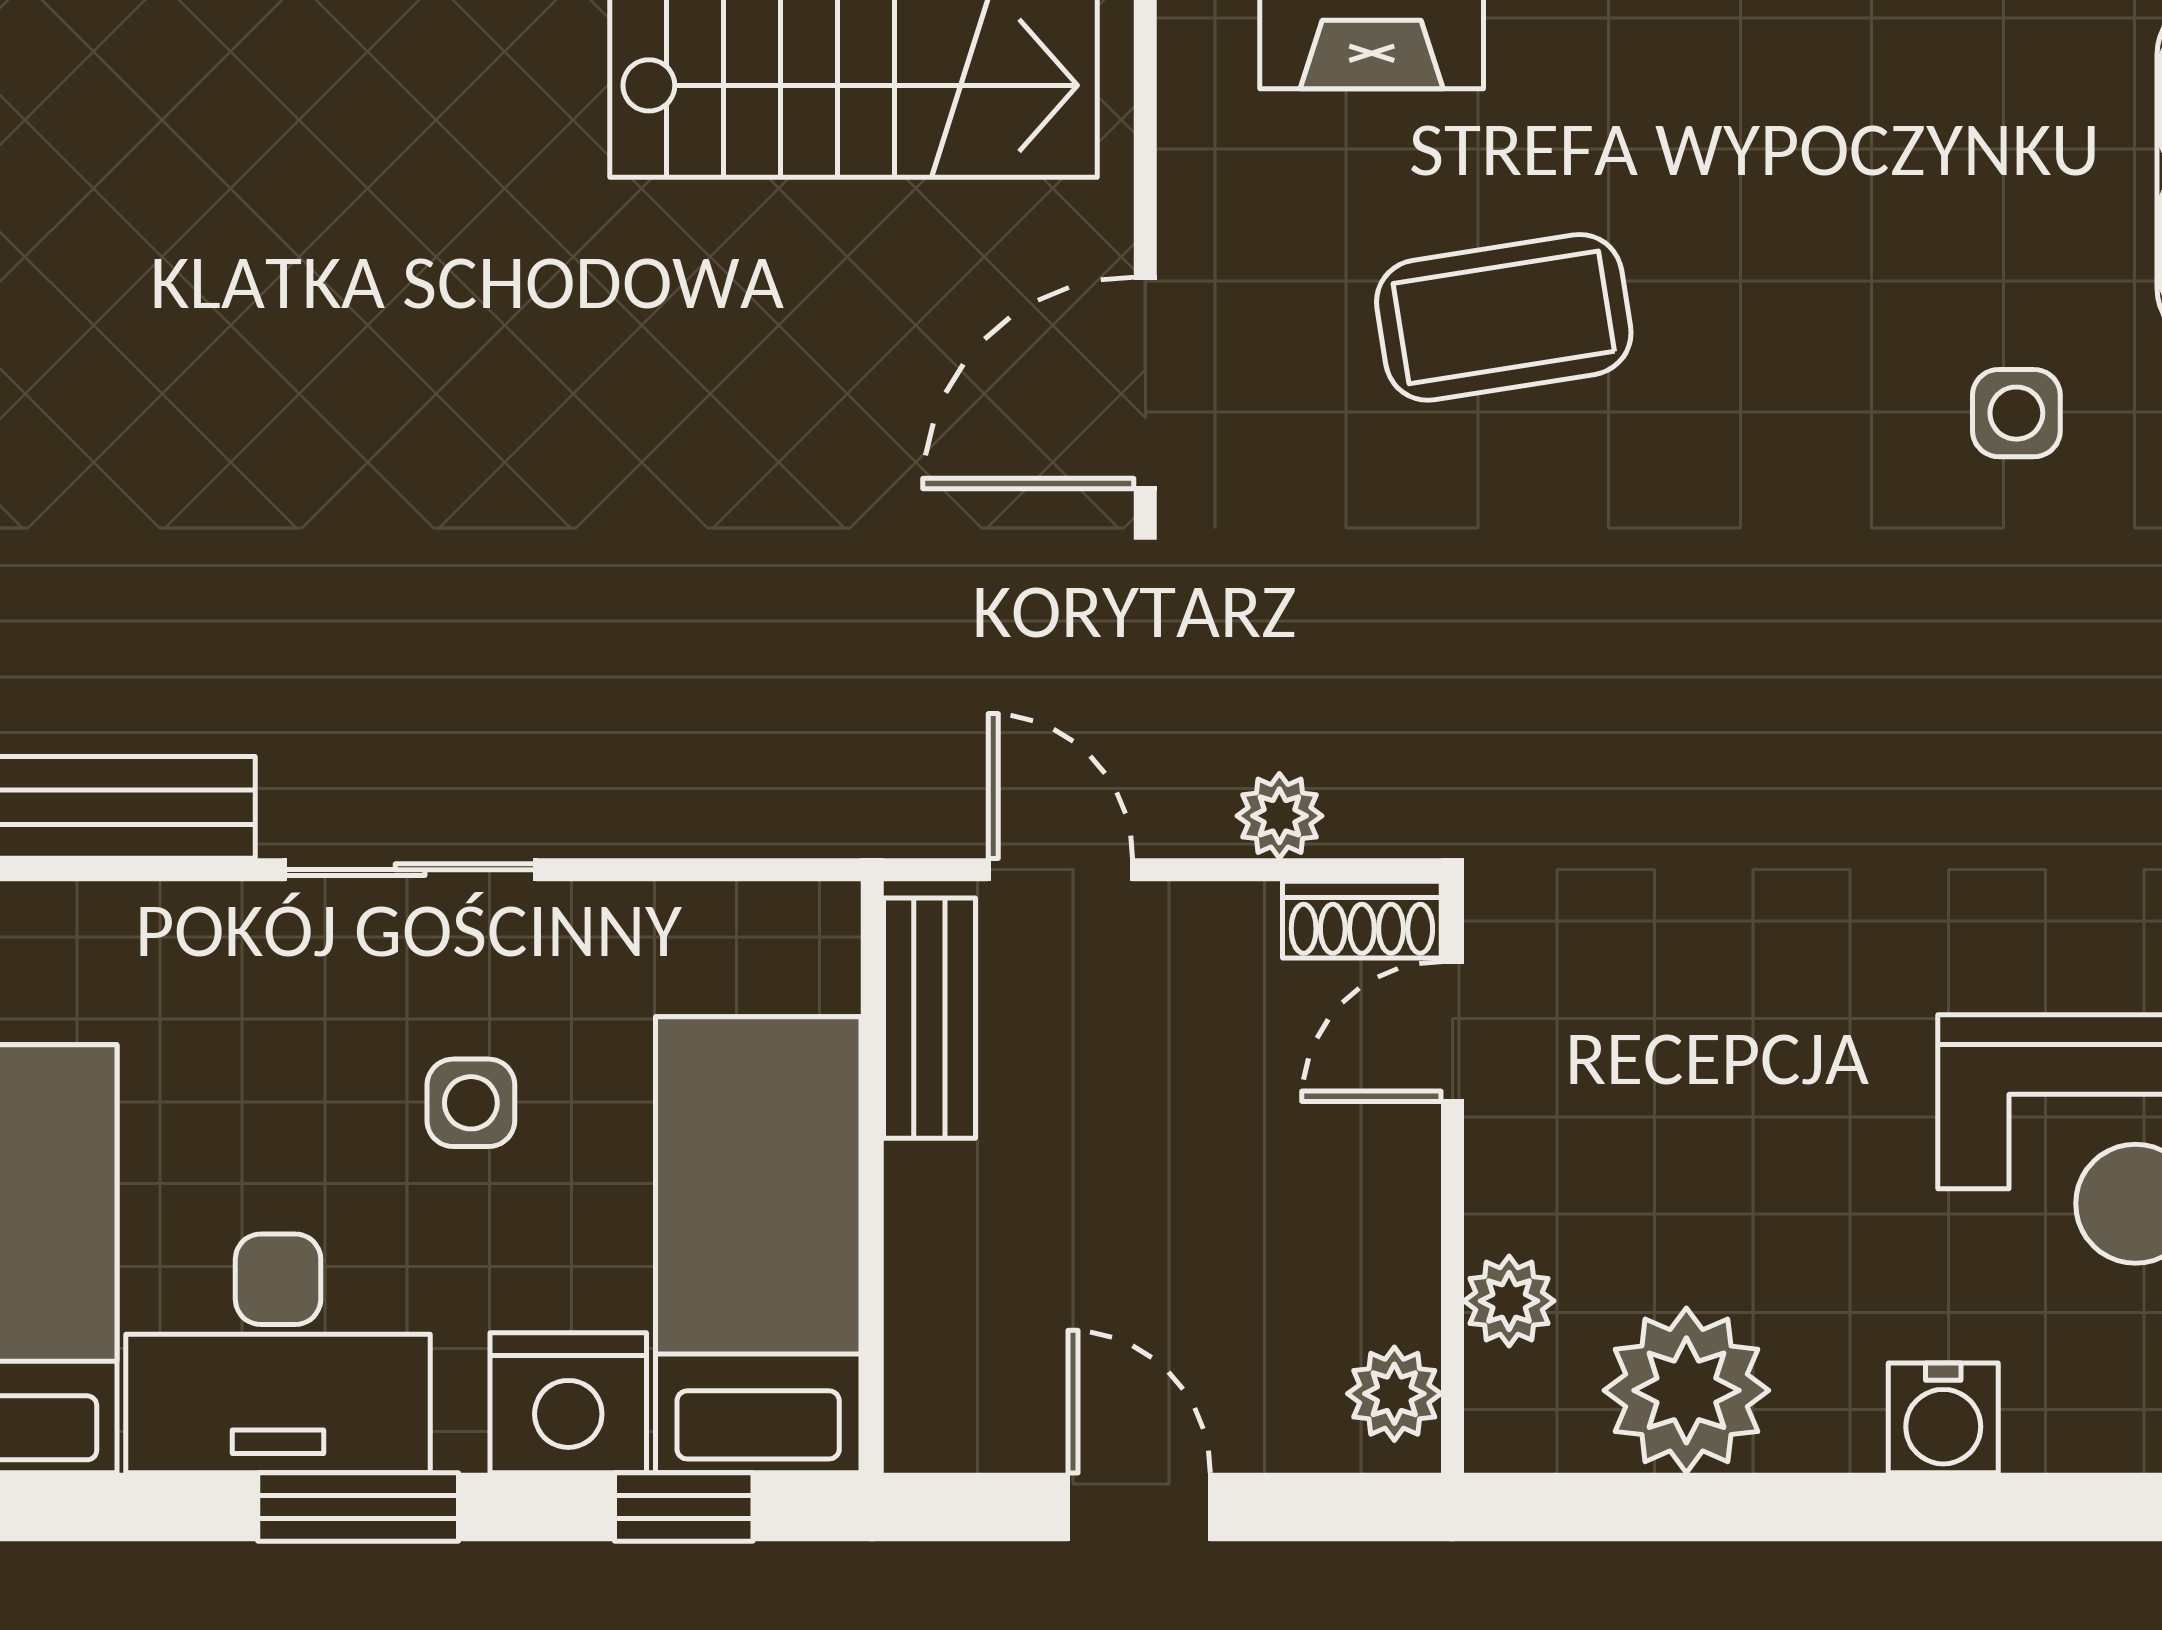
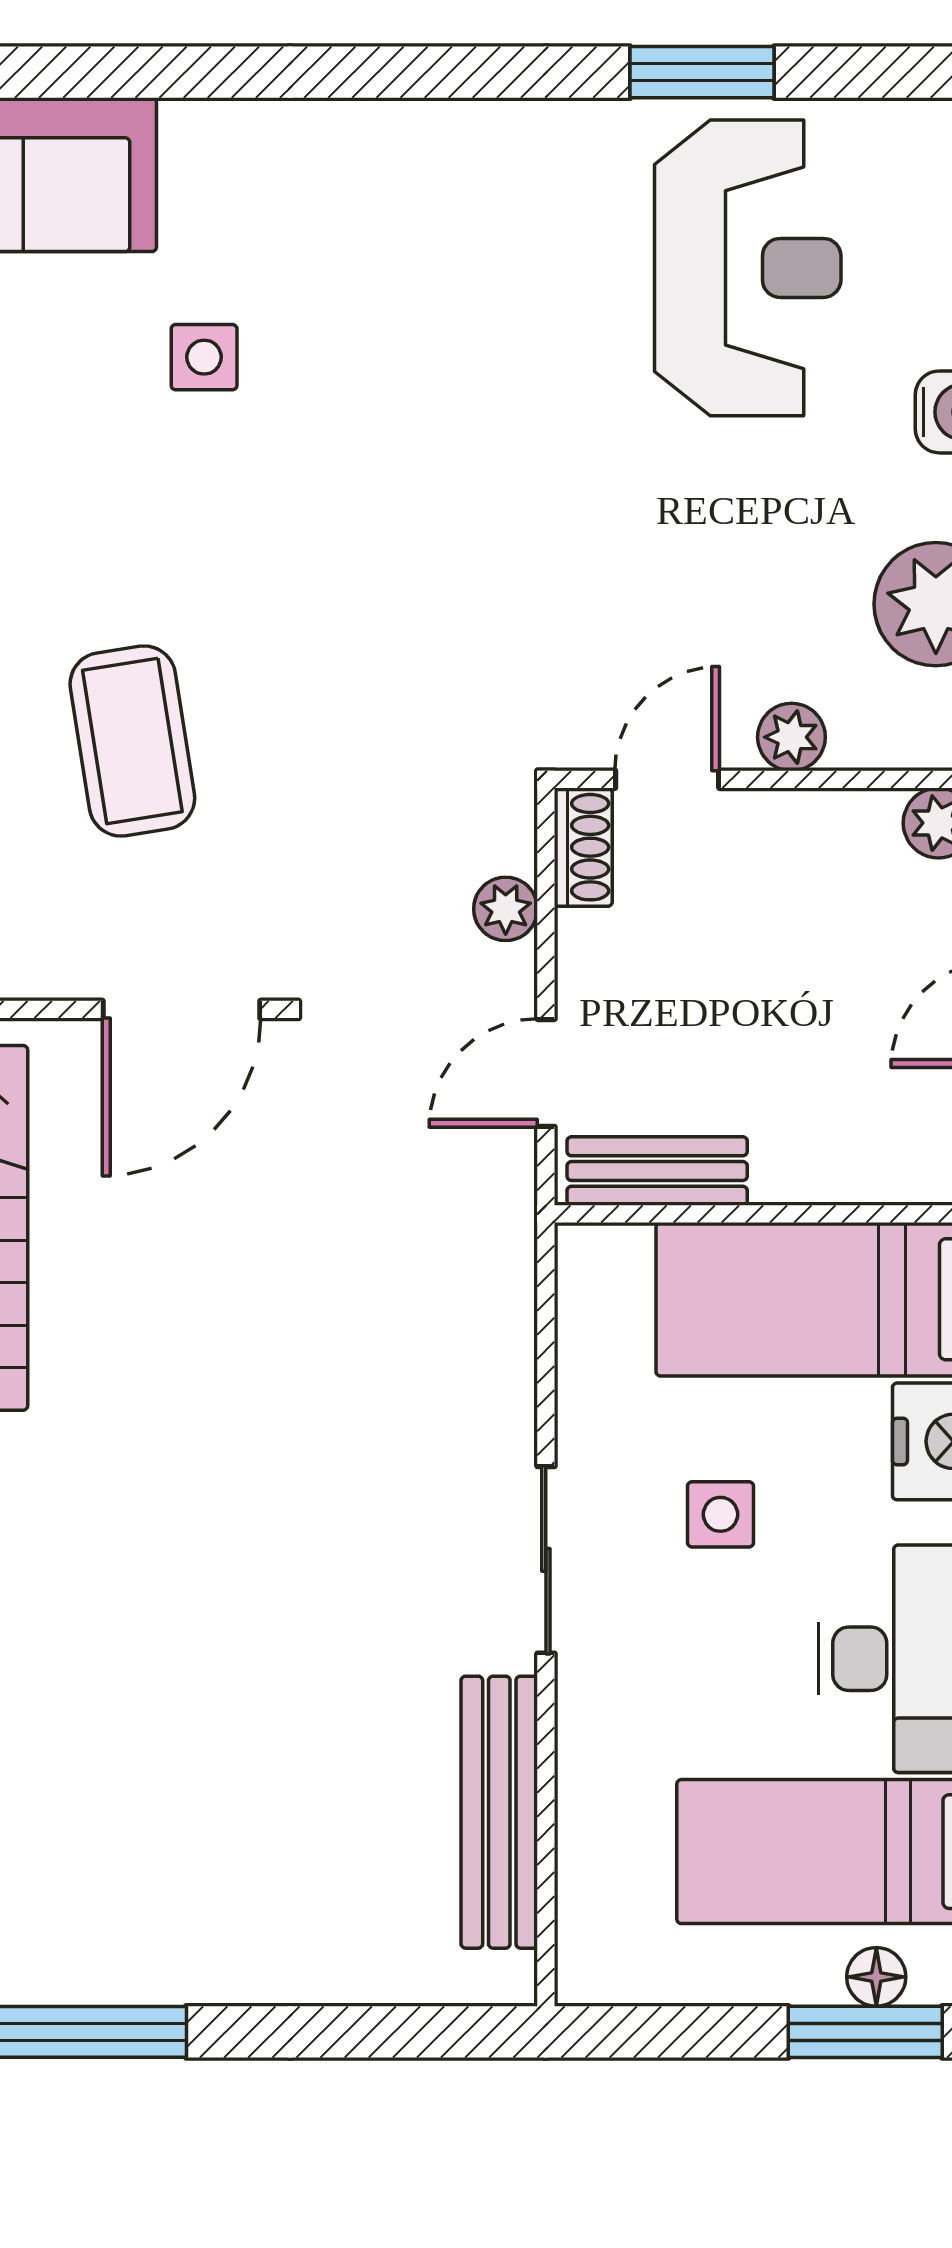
door: (1145, 383) -> (181, 1009), hinge flipped
door: (1452, 1032) -> (667, 779), swing flipped
plant: (1509, 1301) -> (791, 737), moved

